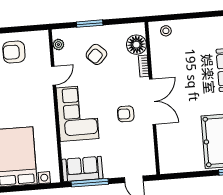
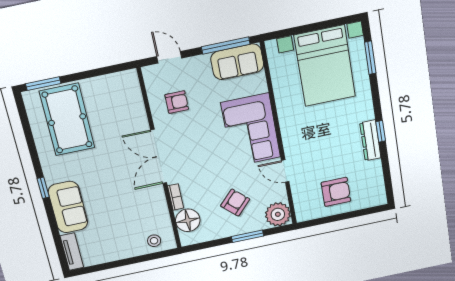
plant: (58, 45) -> (278, 214), width x1.88, depth x1.88
door: (53, 76) -> (285, 171), hinge flipped
armchair: (126, 114) -> (177, 102), moved

